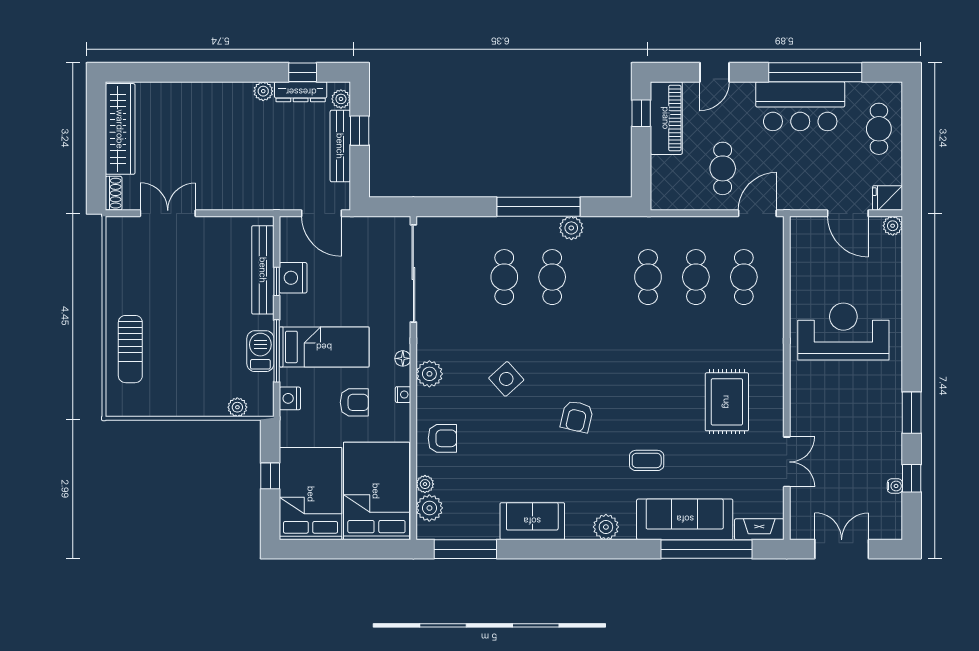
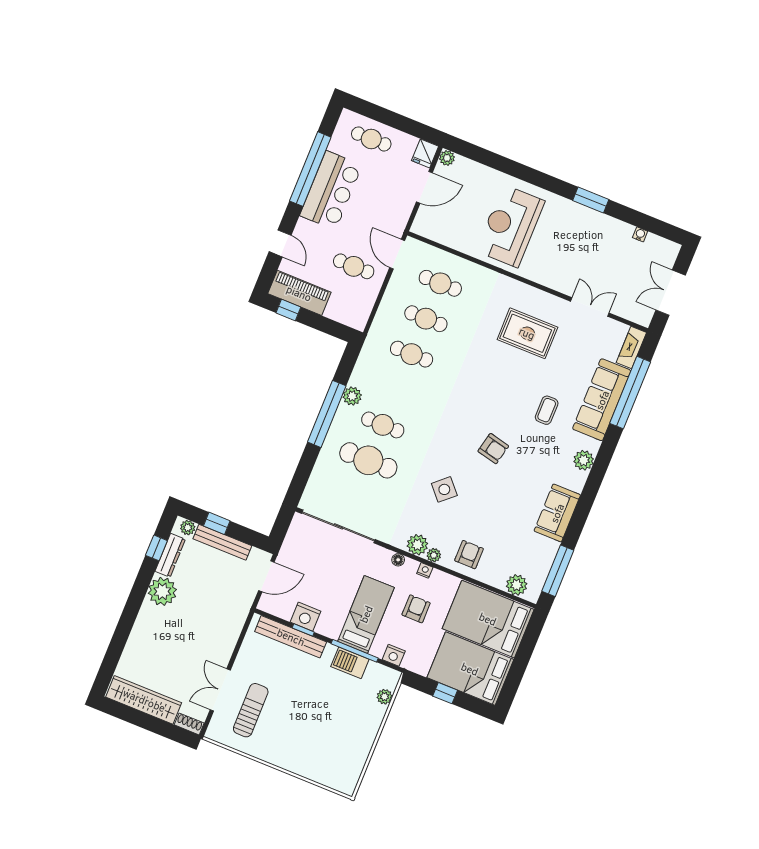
plant: (263, 91) -> (162, 591), width x1.88, depth x1.88
cafe table: (504, 277) -> (368, 460), width x1.37, depth x1.35
sun lounger: (130, 349) -> (251, 710), moved, turned -90
window: (912, 478) -> (639, 220), removed
plant: (425, 484) -> (434, 555), moved

